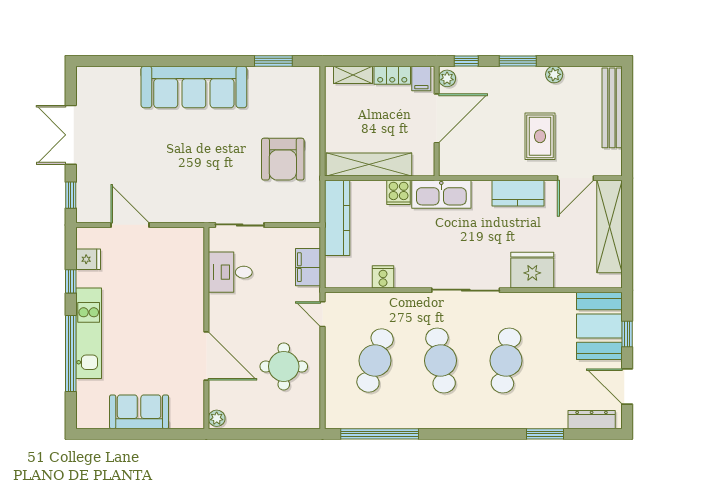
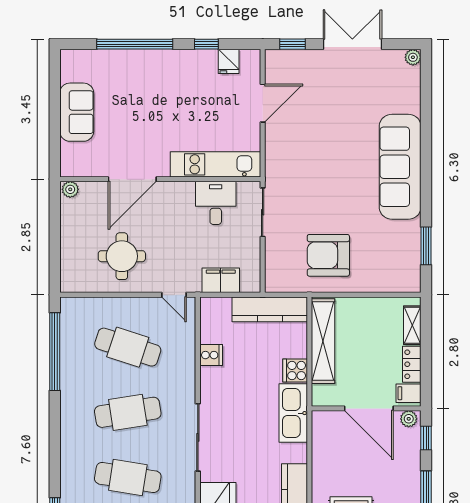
plant: (84, 74) -> (413, 57), added
door: (322, 314) -> (174, 295), swing flipped
kitchen unit: (89, 333) -> (215, 164), moved, turned 180

